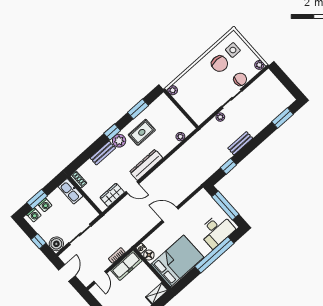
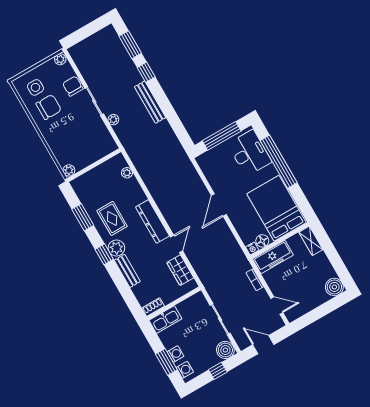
bench: (240, 143) -> (150, 102), width x1.36
window: (228, 166) -> (146, 72), moved
freezer: (126, 265) -> (273, 257), moved, turned 90

